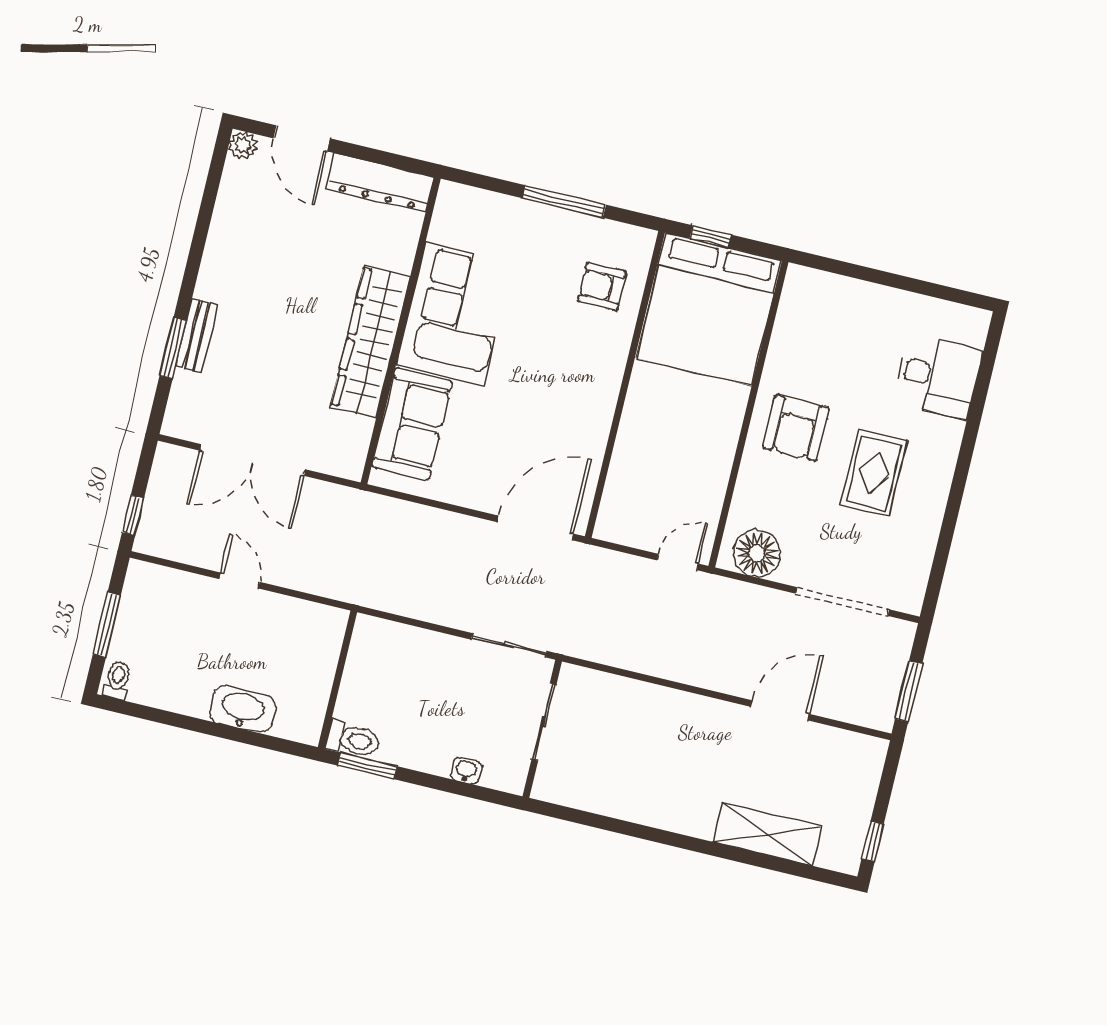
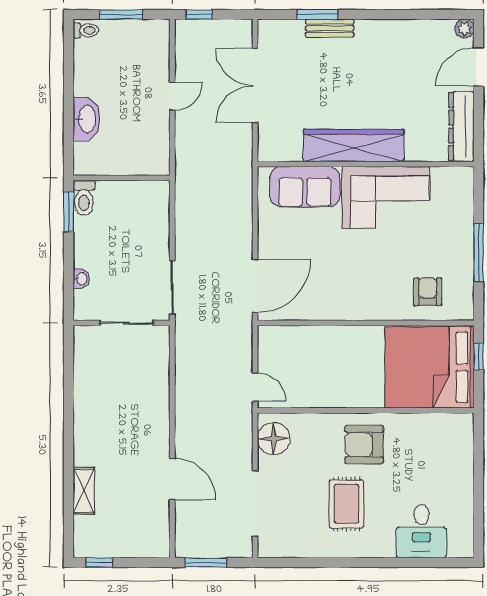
rug: (874, 473) -> (346, 504), turned 90
door: (535, 528) -> (255, 286), hinge flipped
shelving: (767, 834) -> (84, 491), width x0.67, depth x0.75

